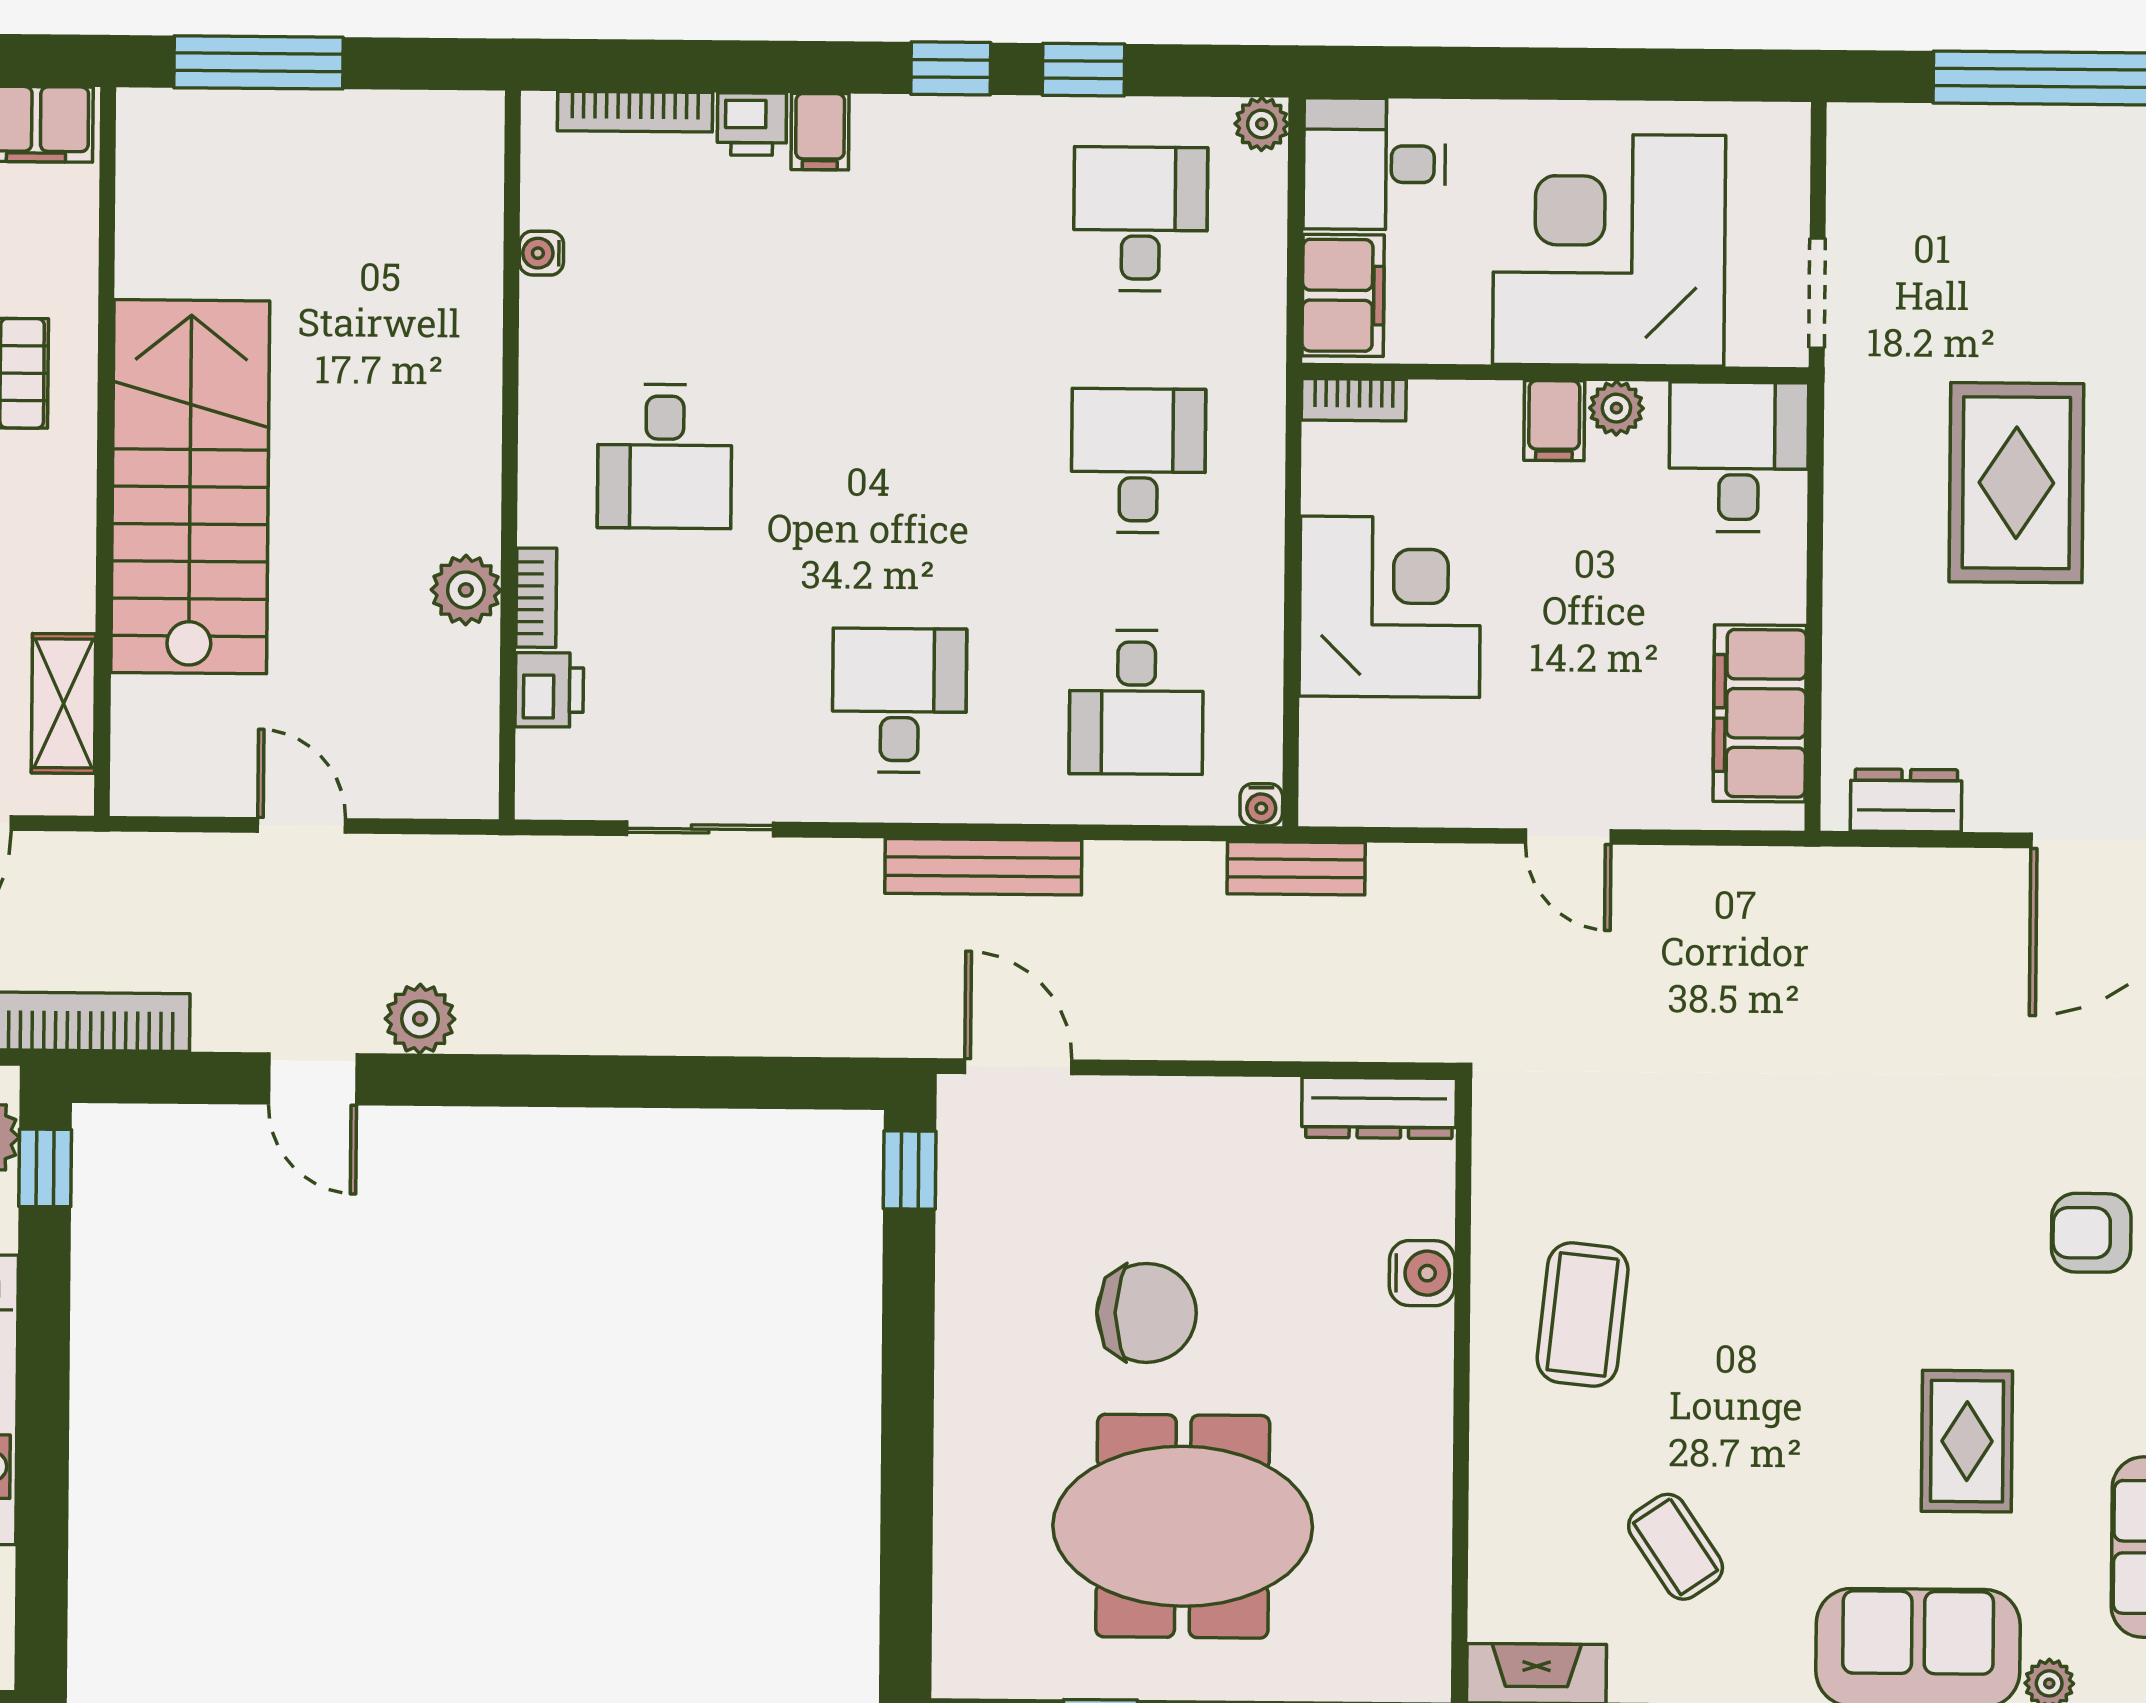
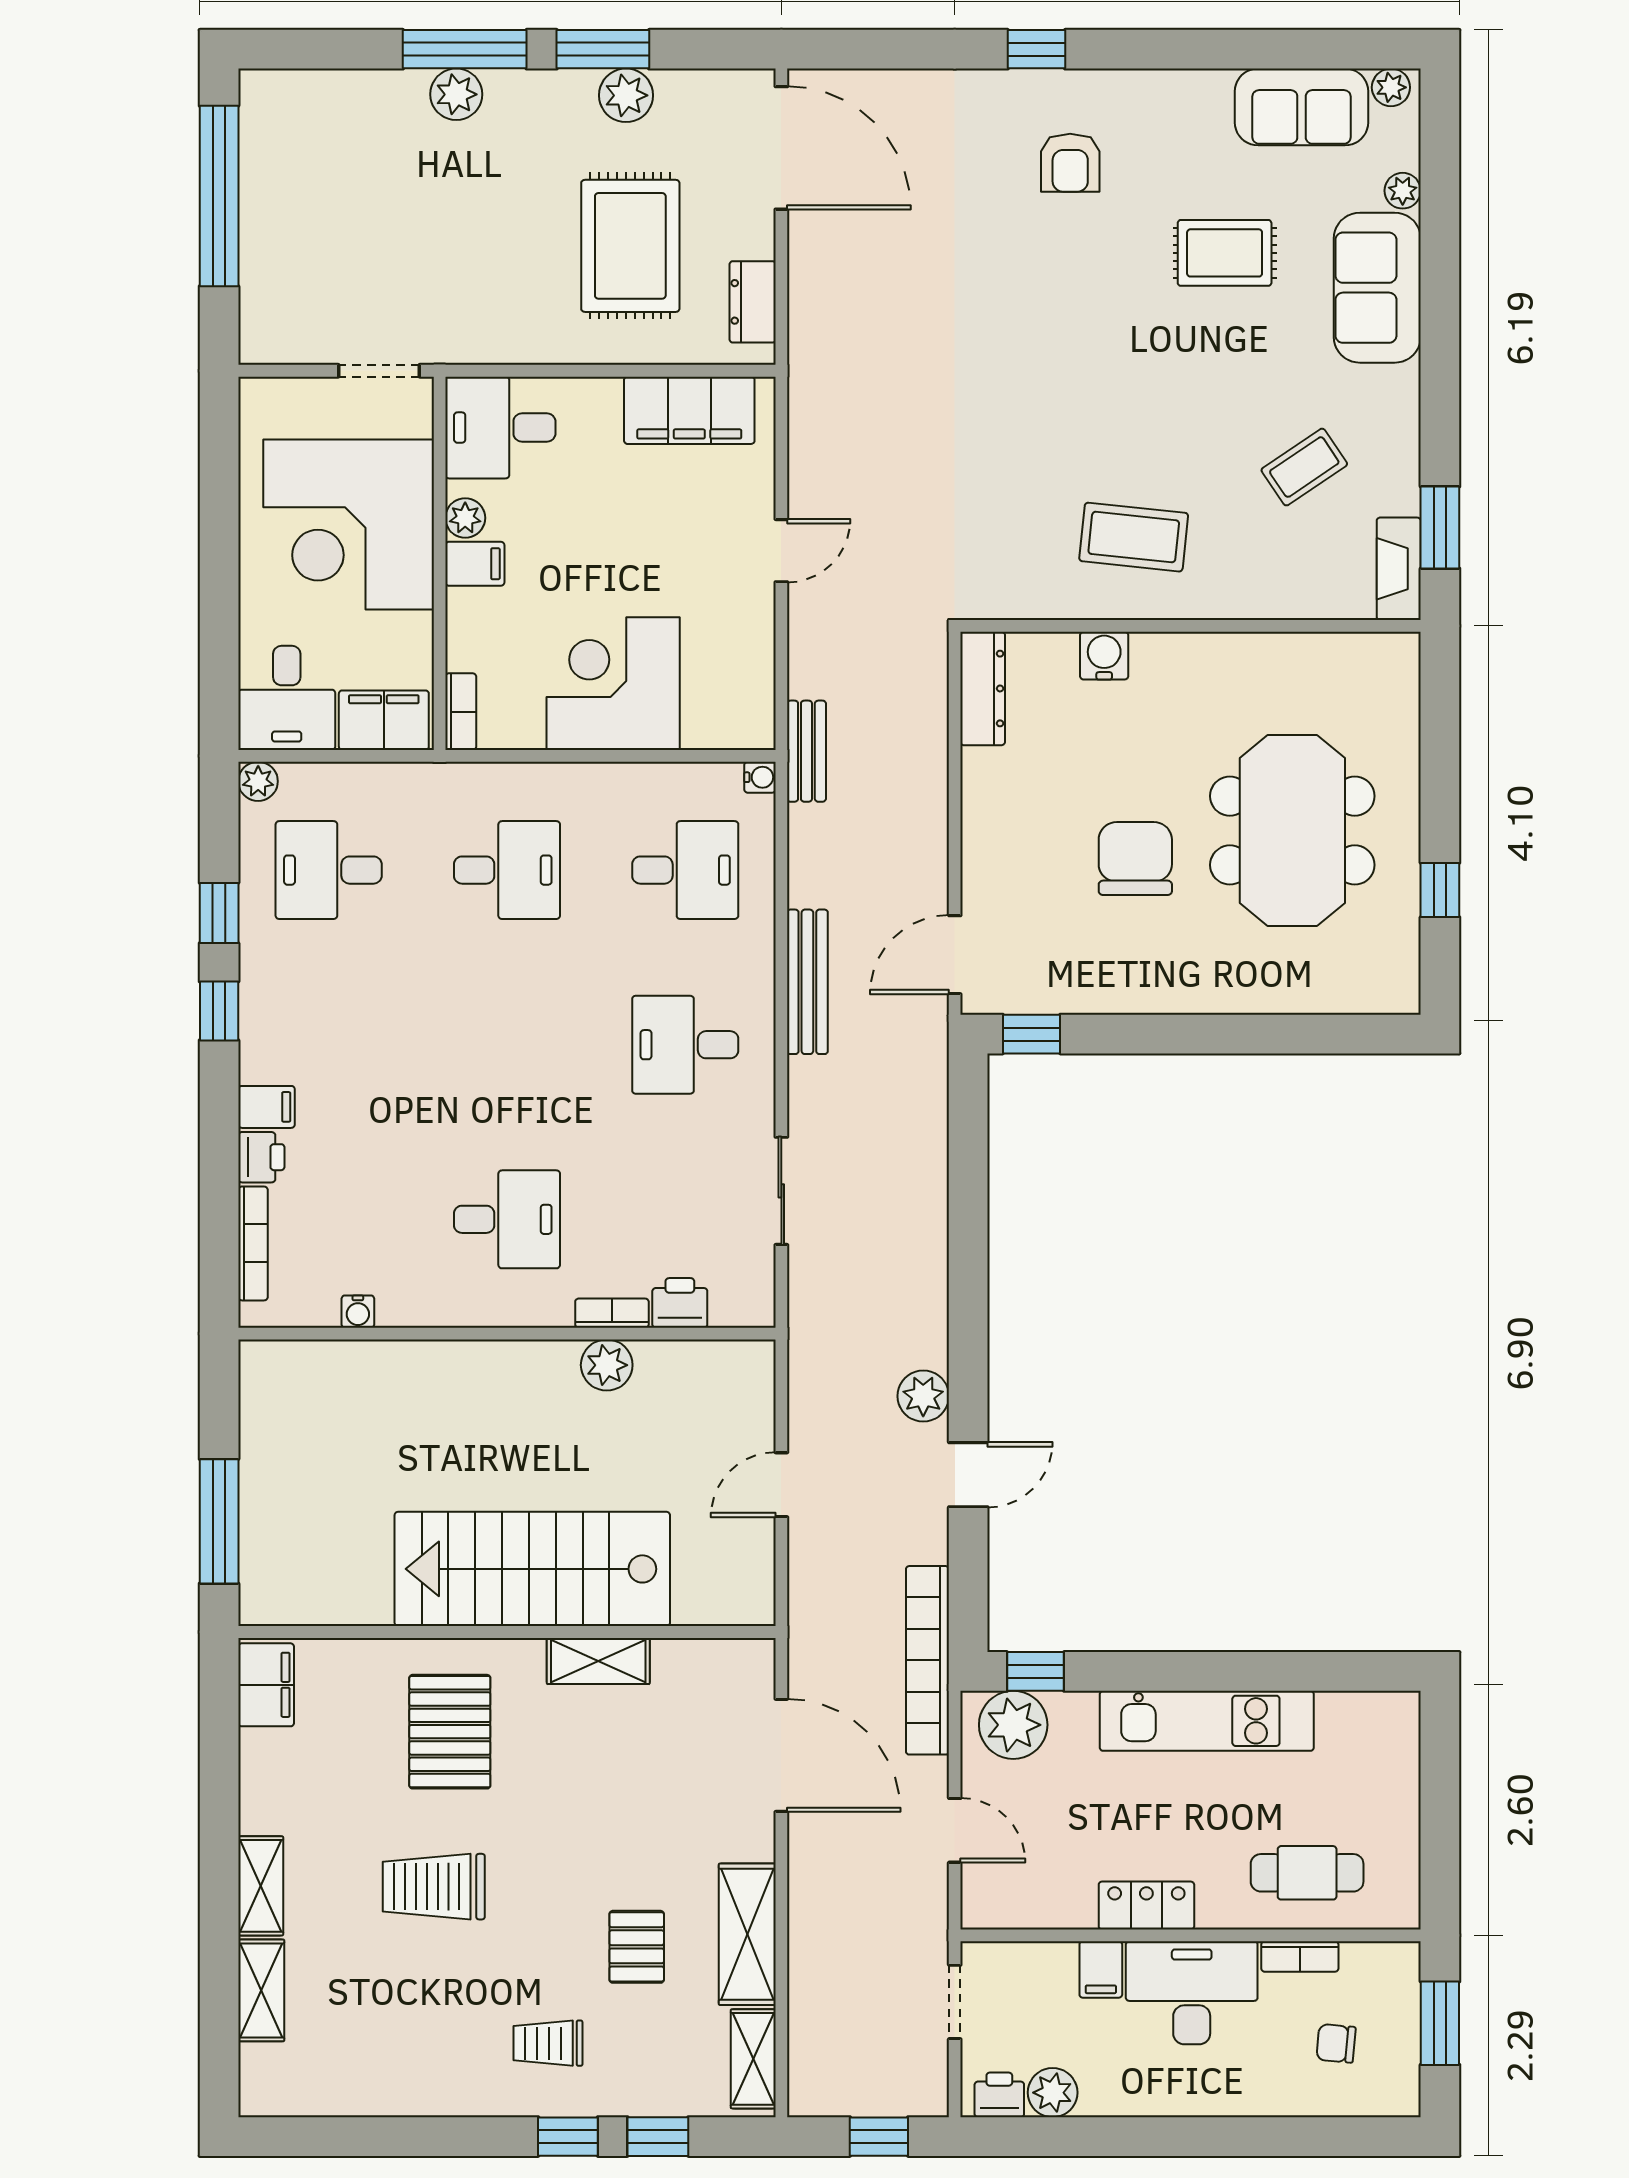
desk: (1138, 461) -> (507, 870), turned 180
rug: (2016, 483) -> (630, 246), moved, turned 90
shelving: (64, 703) -> (598, 1661), moved

